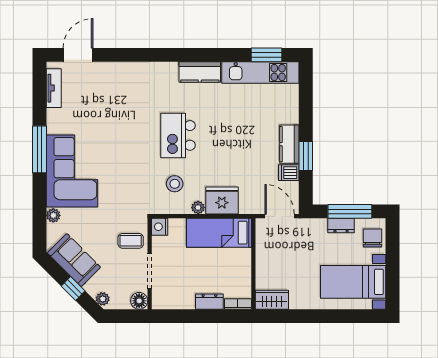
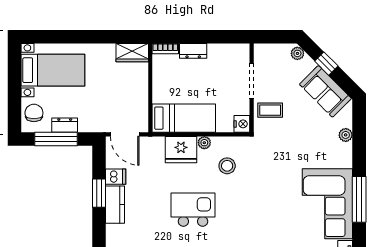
kitchen island: (178, 135) -> (193, 210), moved, turned -90
corner sofa: (72, 171) -> (327, 204), moved
chair: (372, 238) -> (34, 113), turned 180
floor lamp: (139, 301) -> (262, 52), removed

